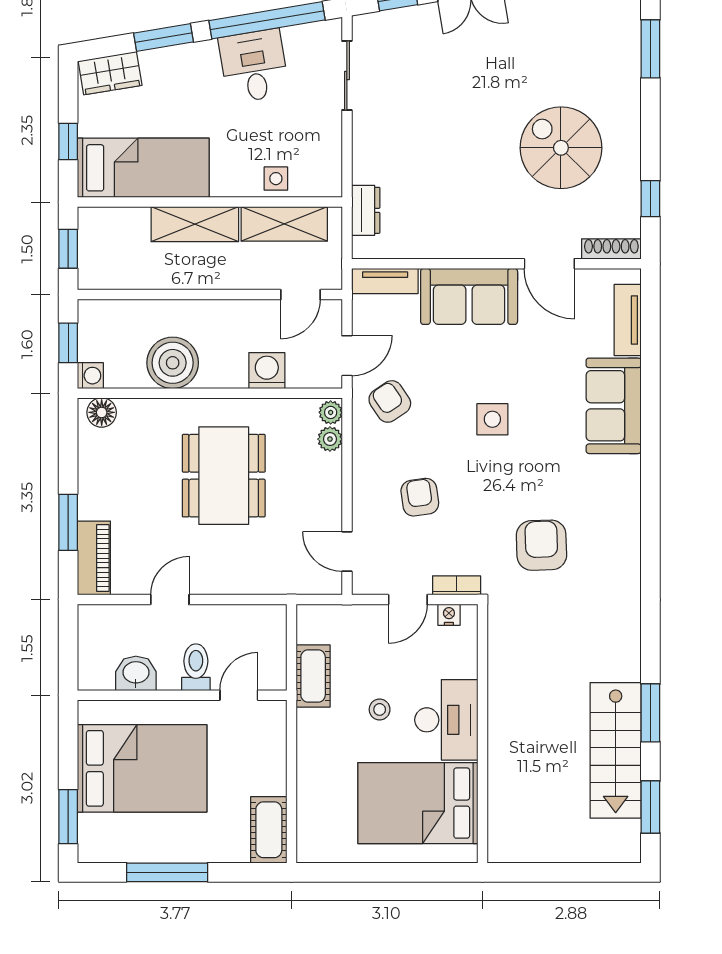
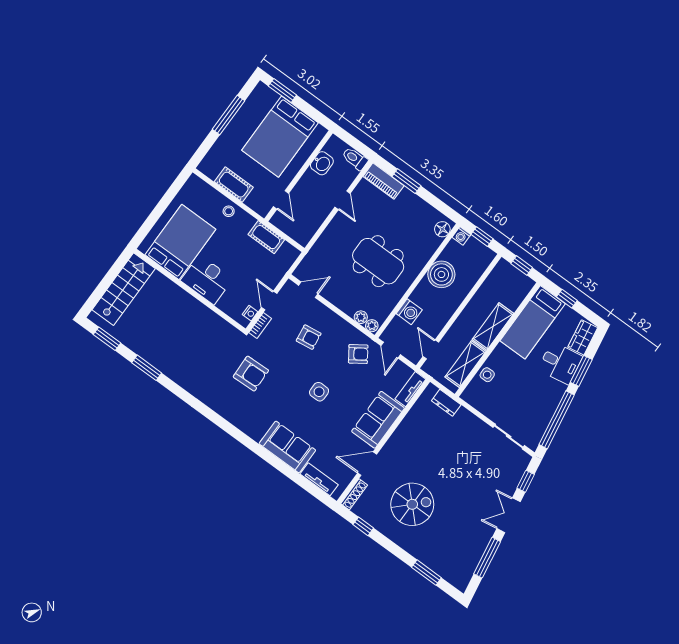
desk: (254, 66) -> (560, 363), moved
toilet: (196, 667) -> (355, 159), moved, turned 180
stool: (380, 709) -> (229, 211), moved
stairs: (616, 750) -> (124, 289), moved, turned 90
cot: (269, 830) -> (234, 185), moved

